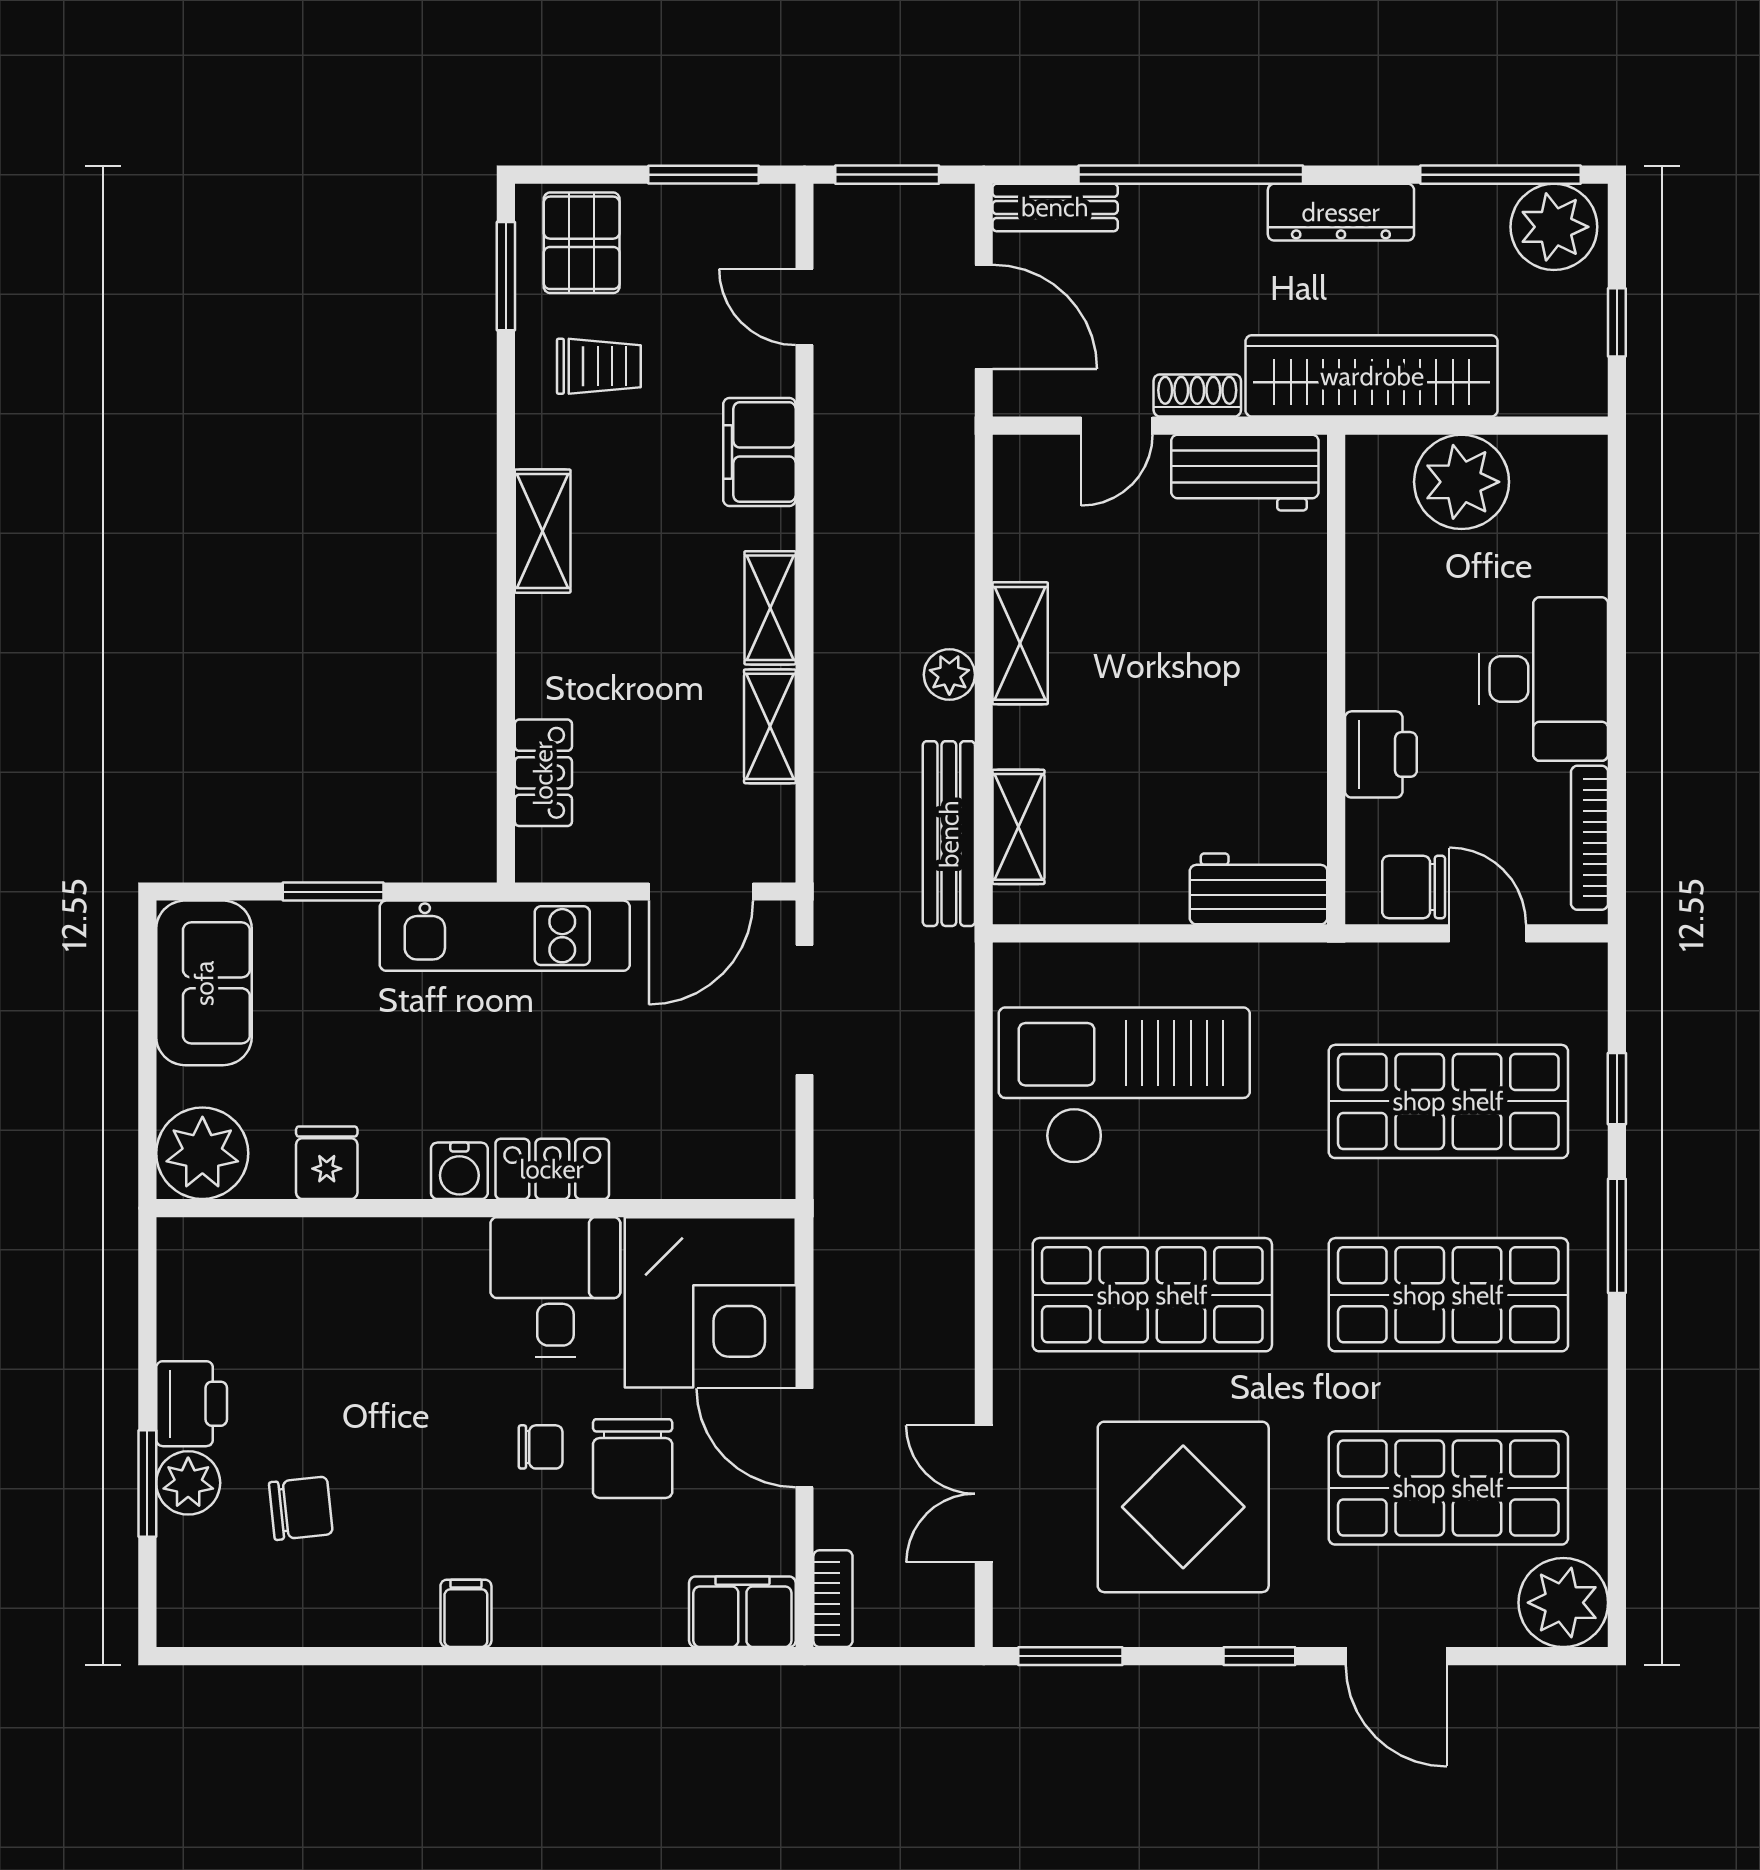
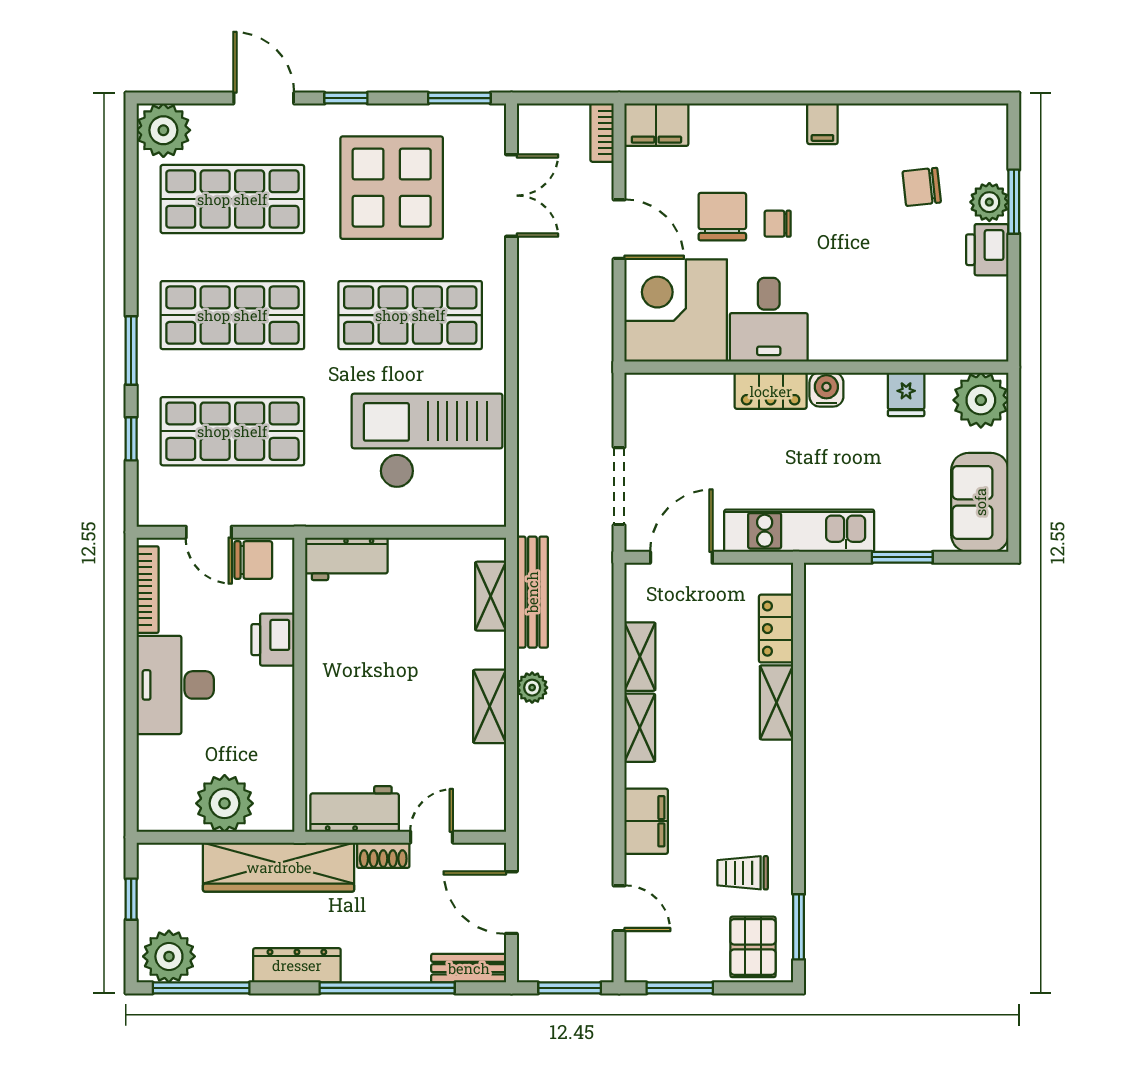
shelving: (543, 531) -> (776, 702), moved
checkout: (1124, 1086) -> (427, 441), turned 180

